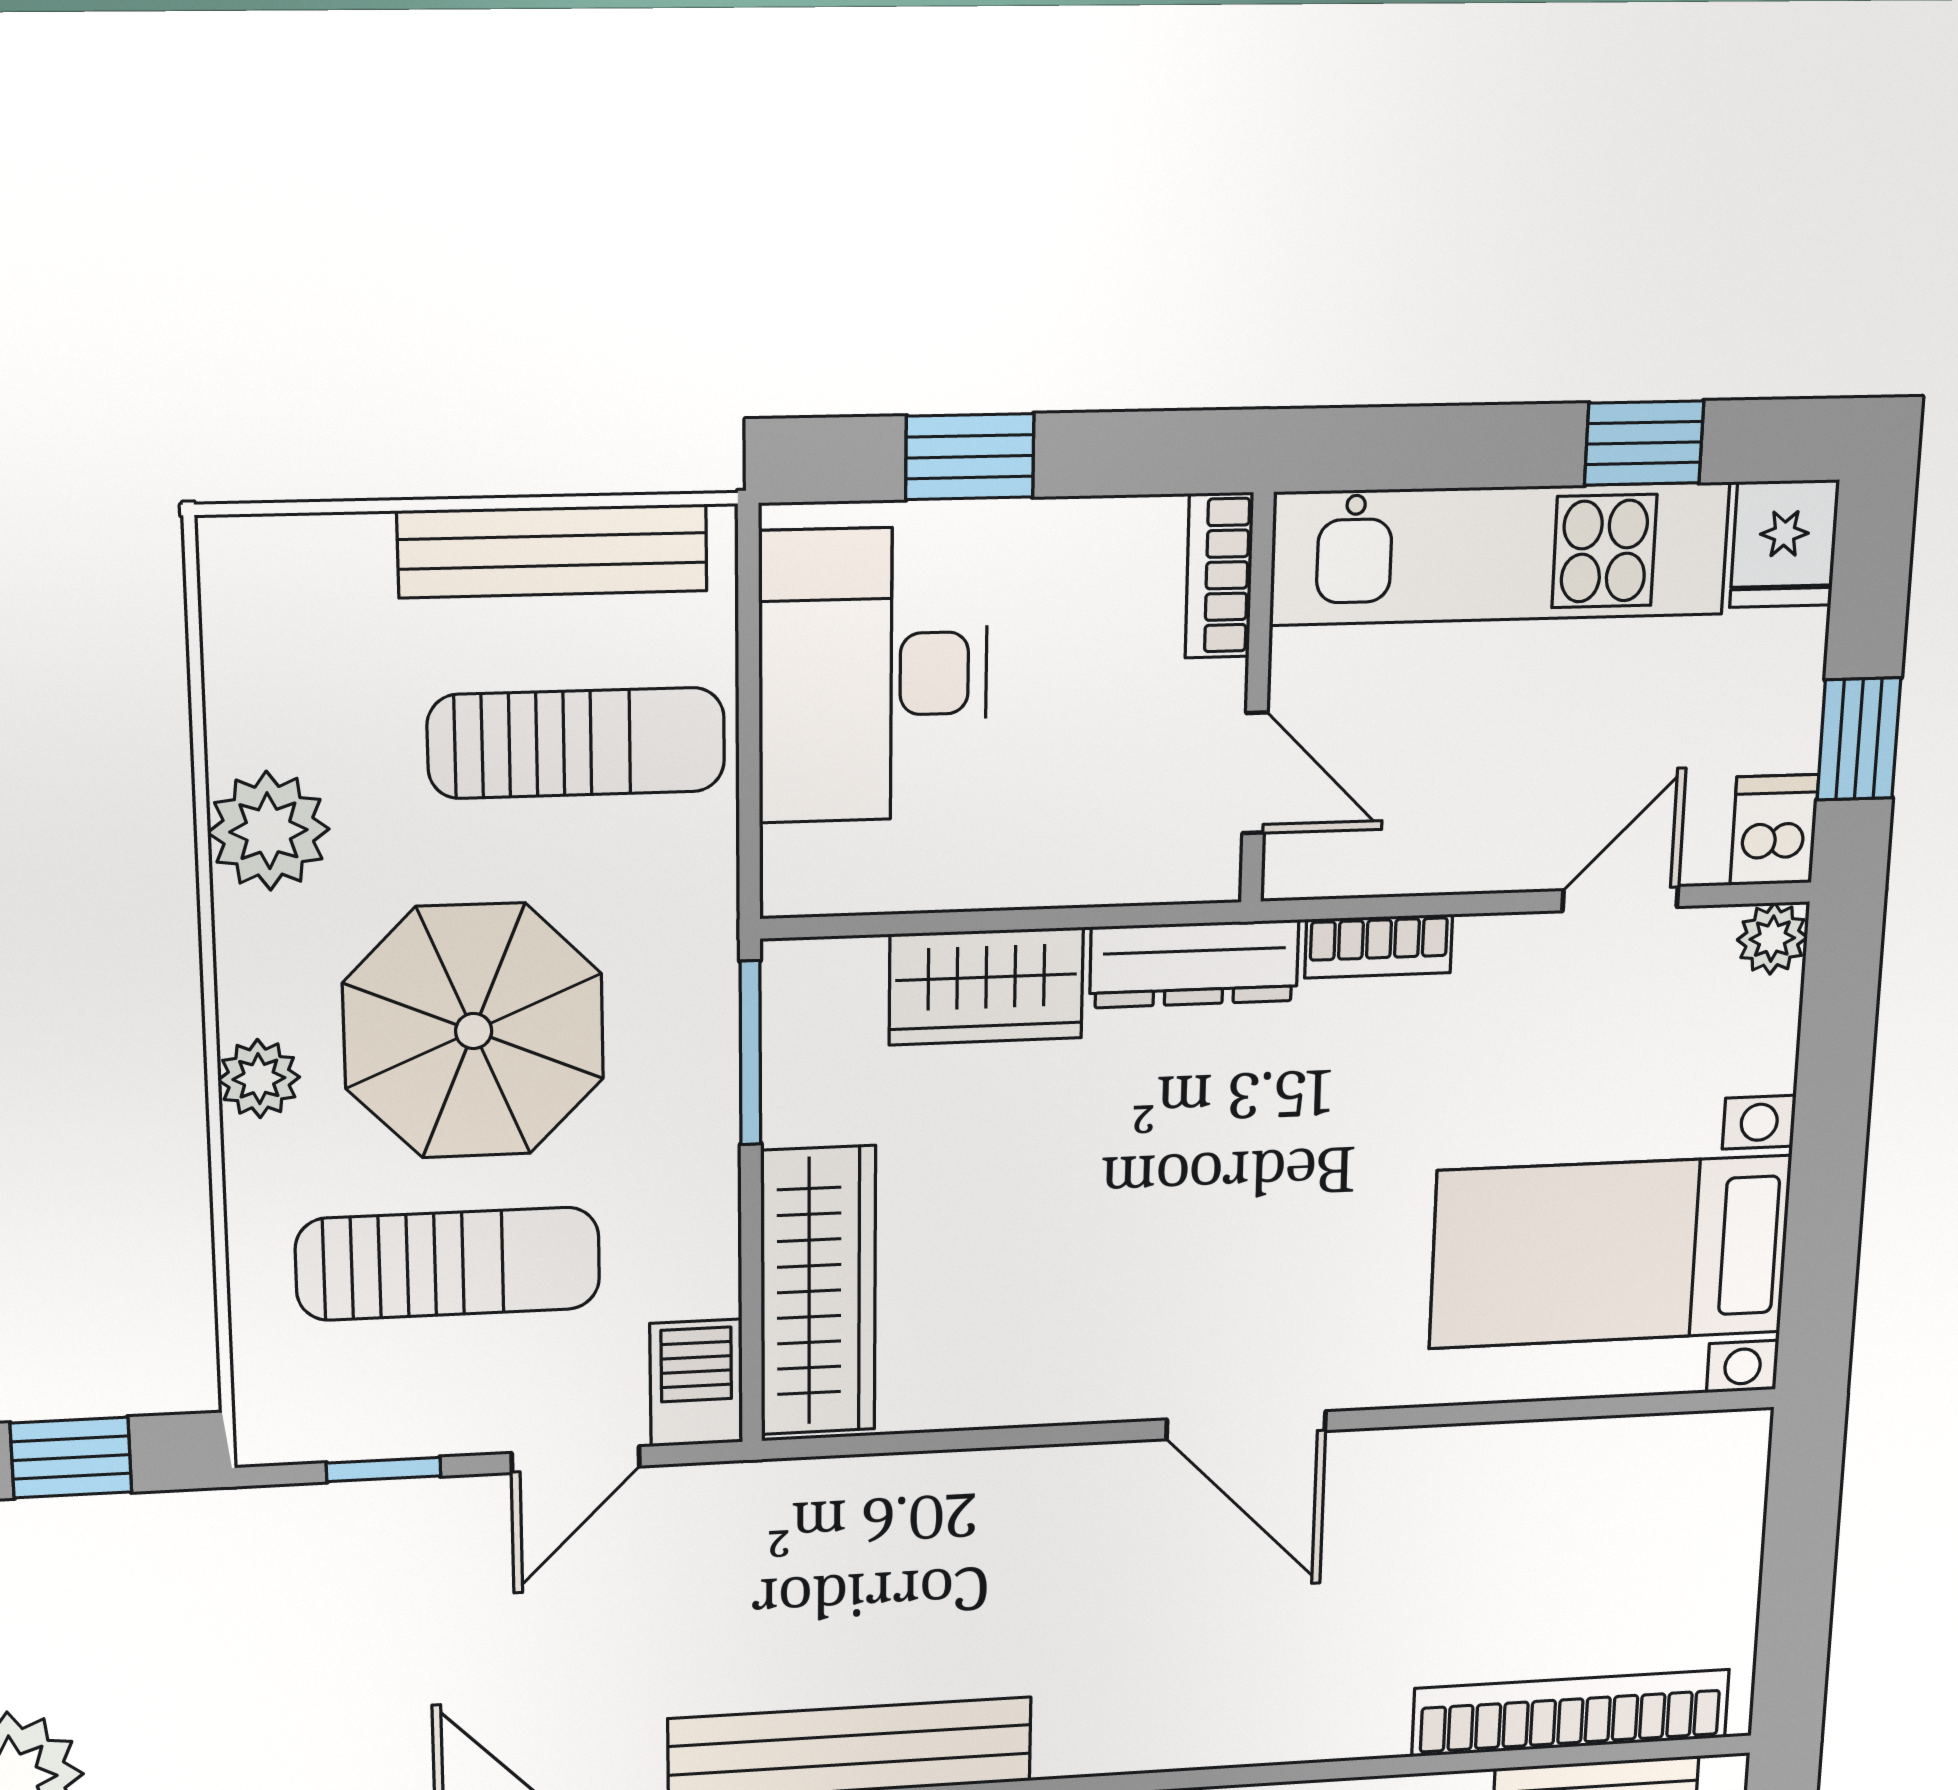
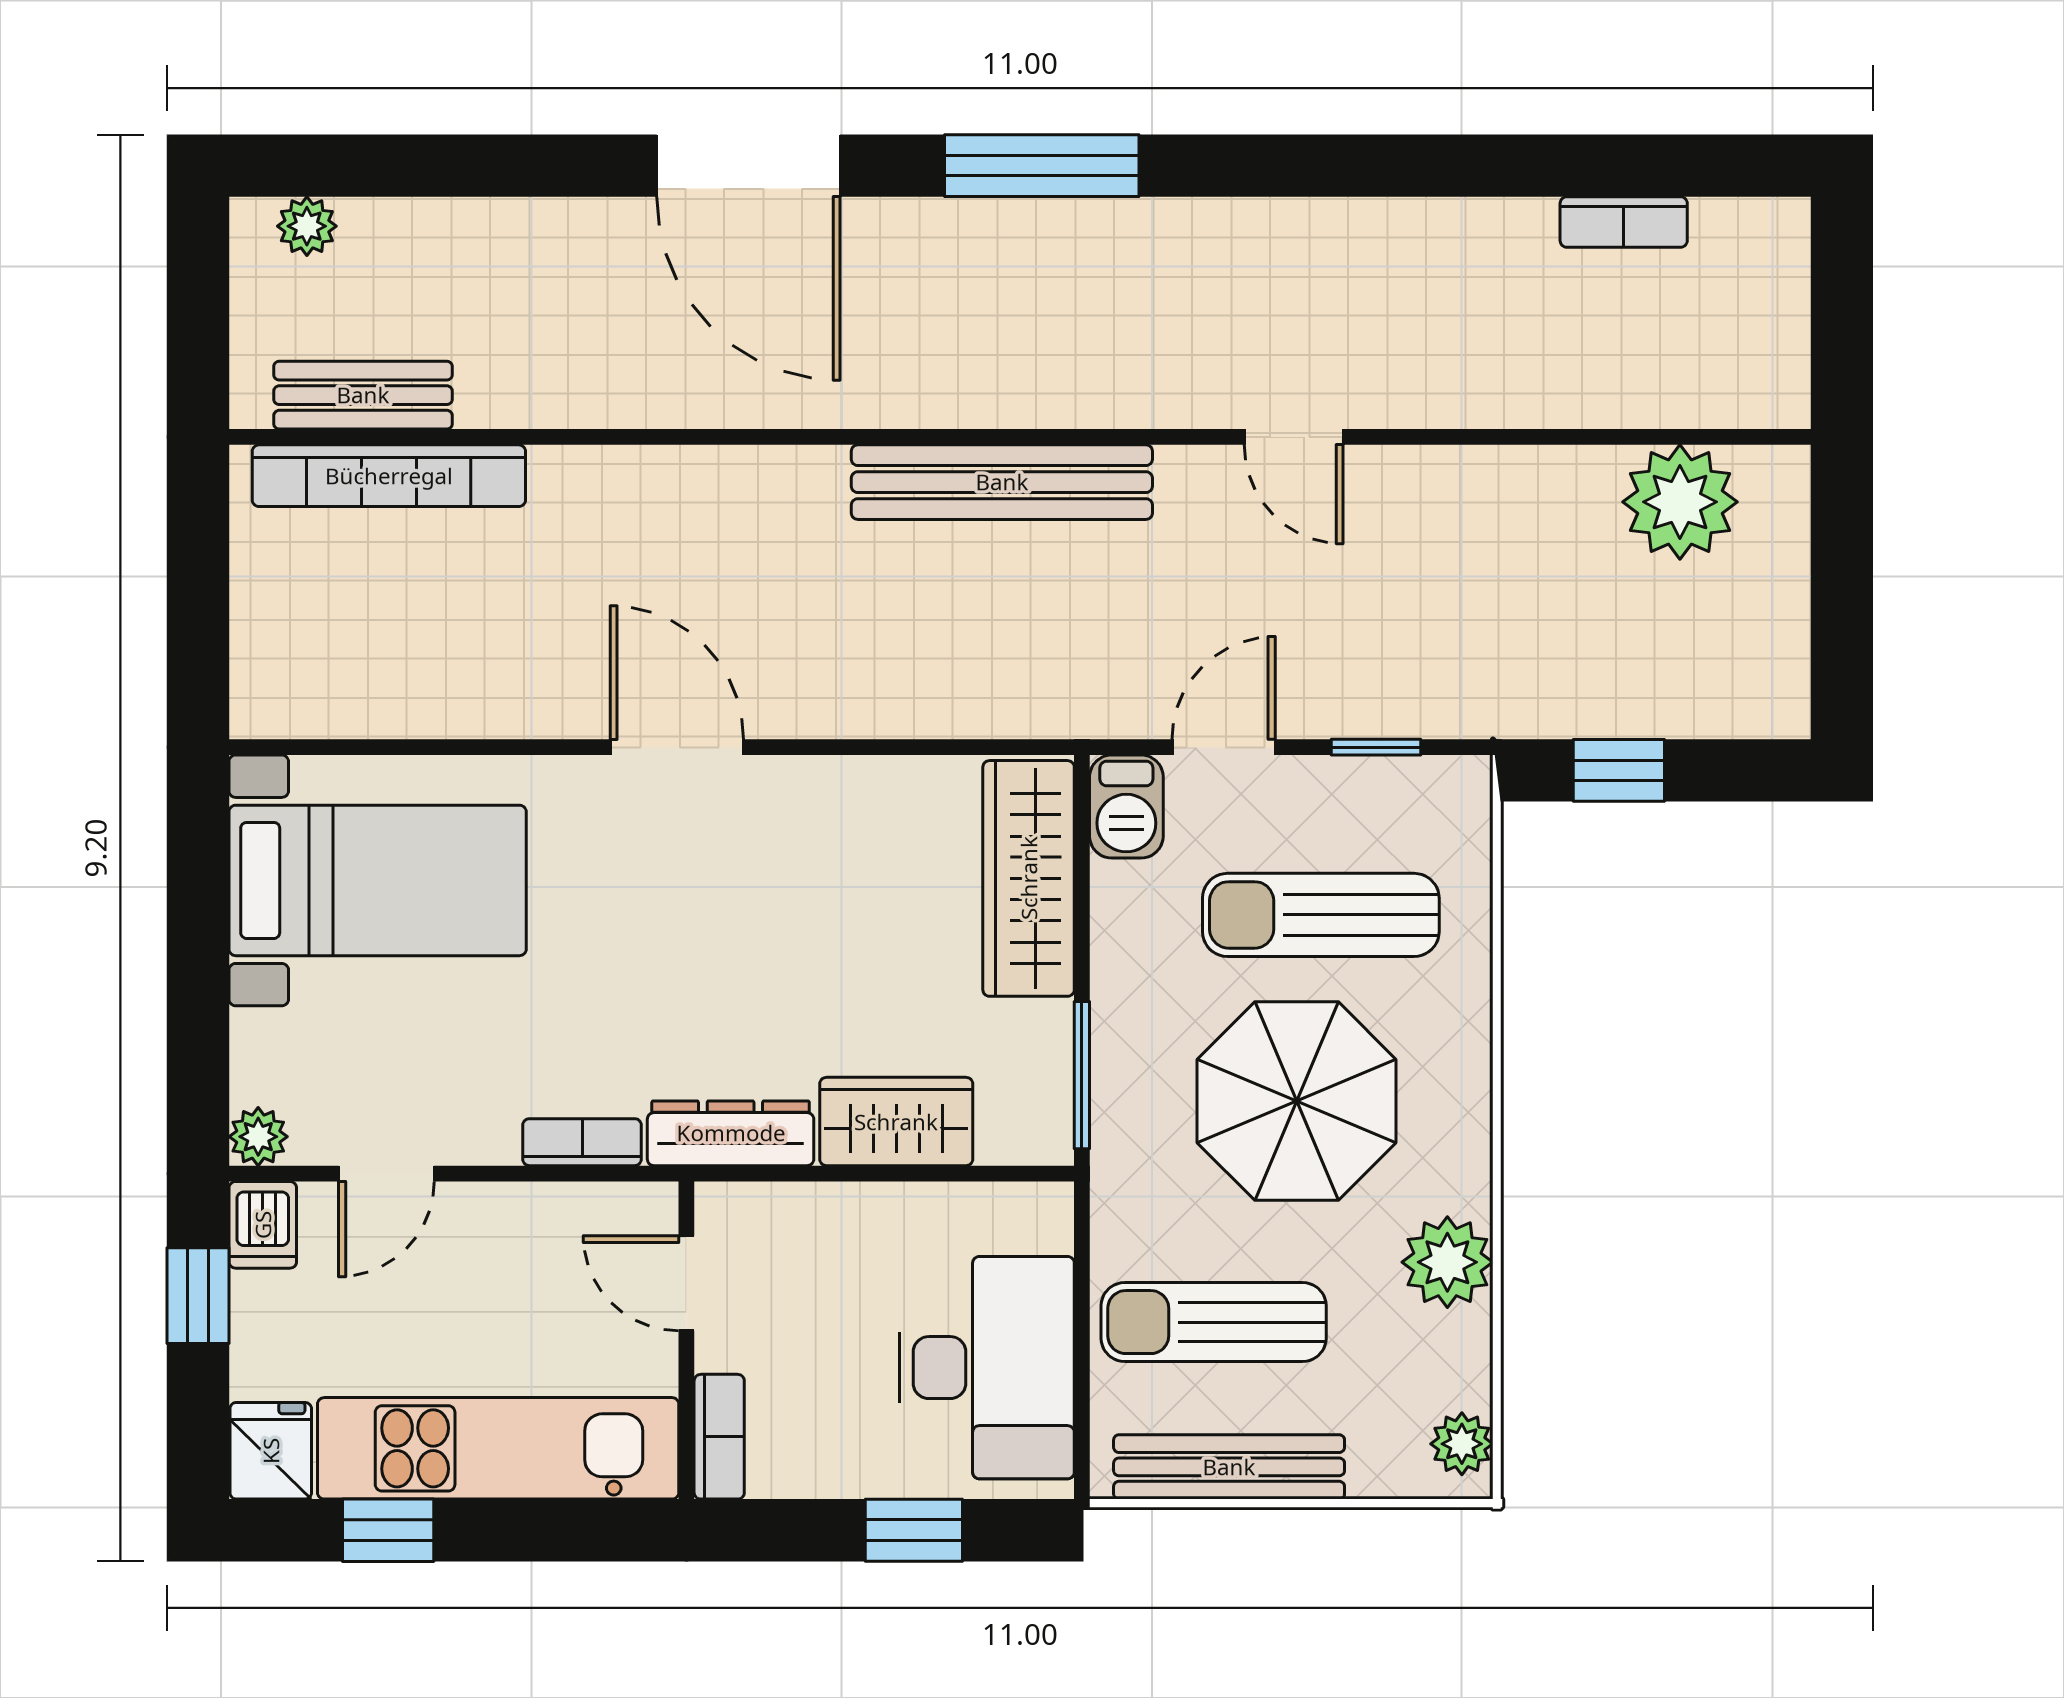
plant: (259, 1079) -> (1462, 1444), moved

